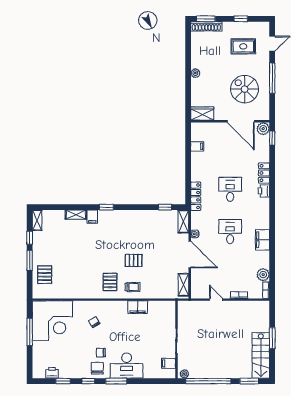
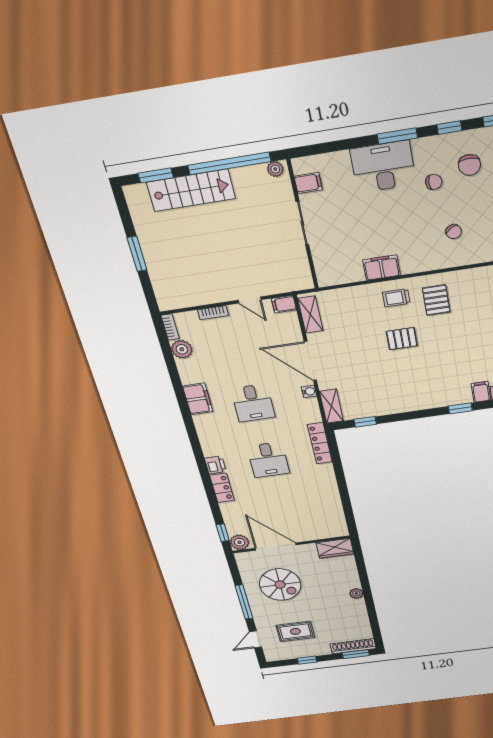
filing cabinet: (197, 146) -> (284, 304), moved
stairs: (261, 355) -> (191, 190), moved, turned 90
chair: (97, 368) -> (469, 165), moved

